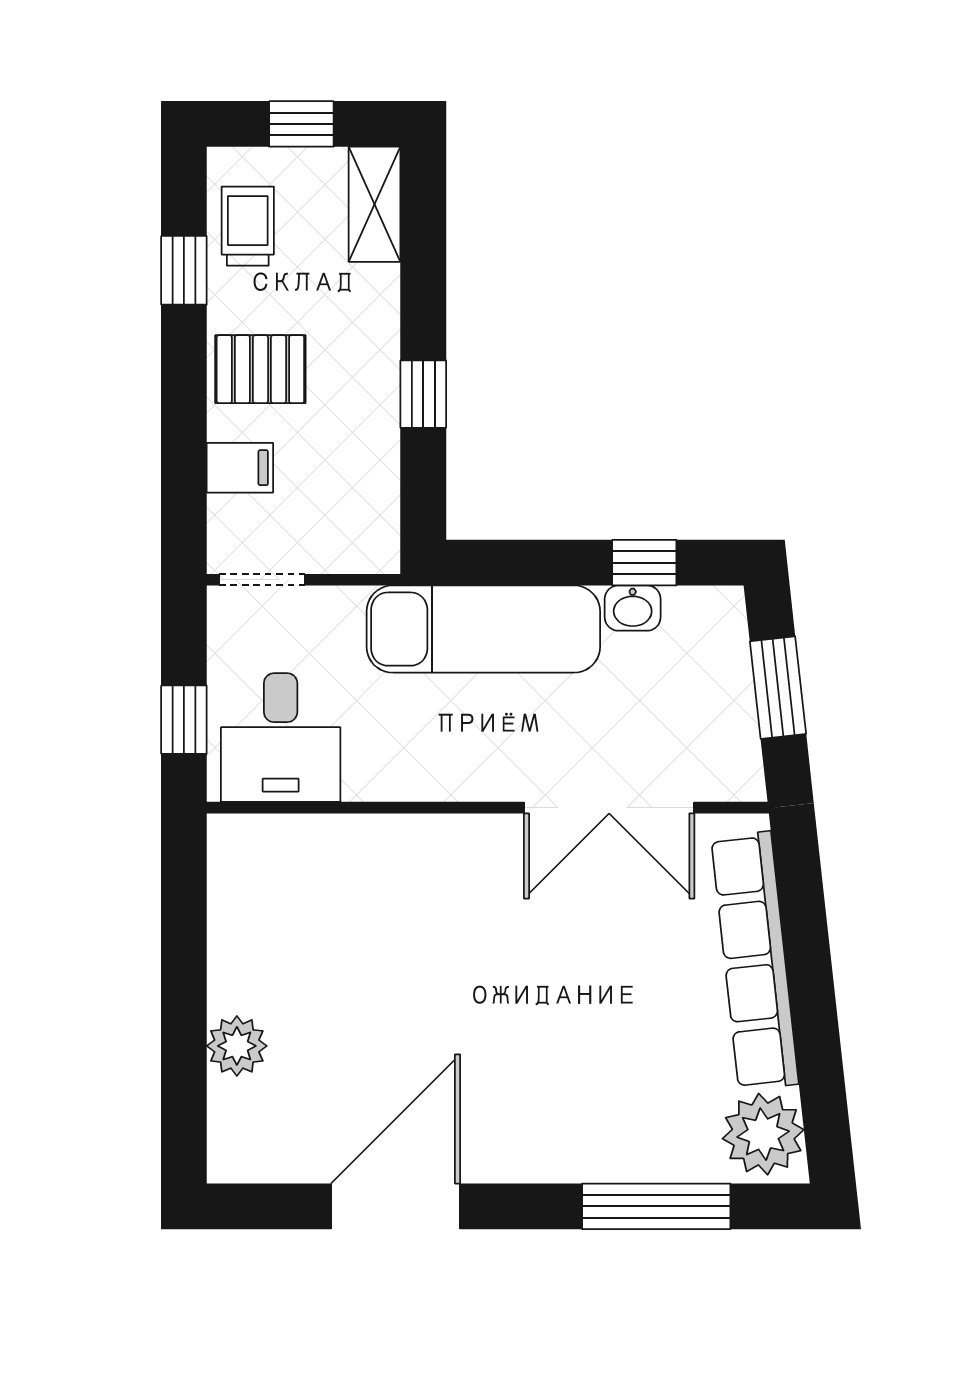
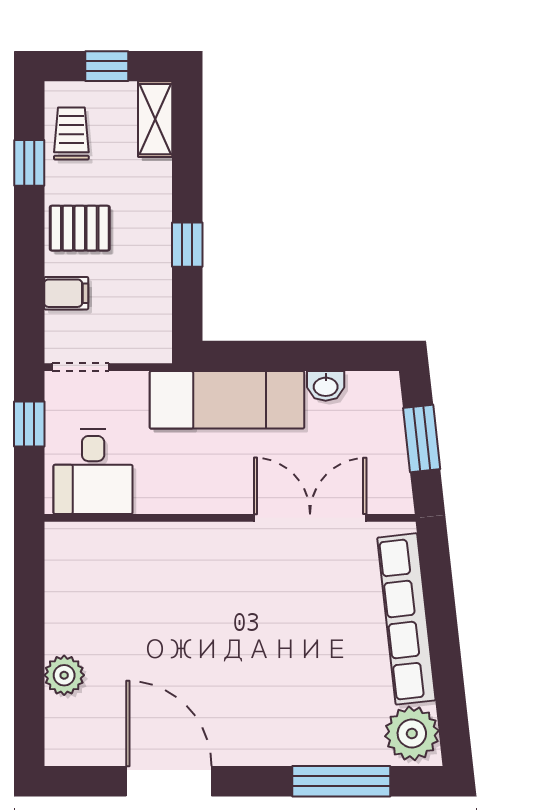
window: (644, 563) -> (333, 356), removed
window: (184, 720) -> (29, 424), moved
double door: (609, 808) -> (310, 518), swing flipped
door: (395, 1206) -> (169, 781), hinge flipped

